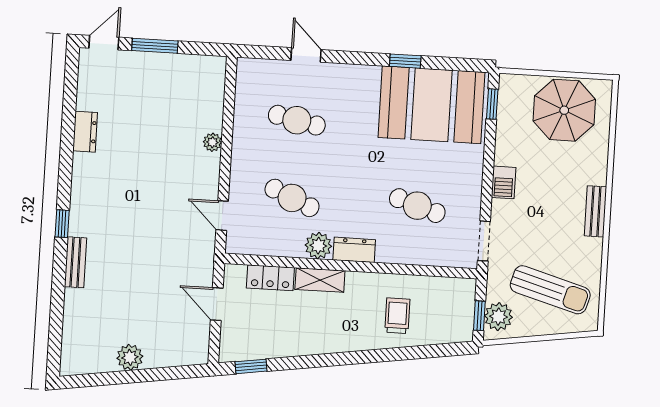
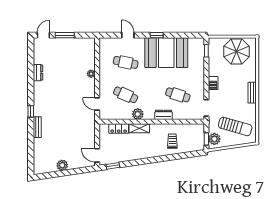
window: (405, 61) -> (157, 35), moved
booth: (432, 105) -> (166, 53), moved
dresser: (354, 250) -> (164, 115), moved
door: (217, 304) -> (97, 155), moved

